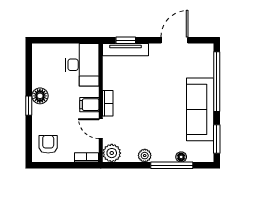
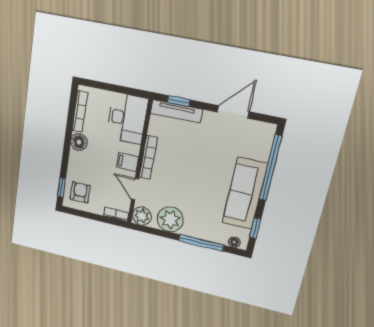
bookcase: (37, 68) -> (80, 112), added
bookcase: (108, 103) -> (148, 157), width x1.56
window: (29, 106) -> (62, 187), moved
window: (217, 139) -> (255, 228), width x0.67
plant: (145, 156) -> (170, 219), width x1.87, depth x1.87
floor lamp: (181, 157) -> (234, 242), moved

